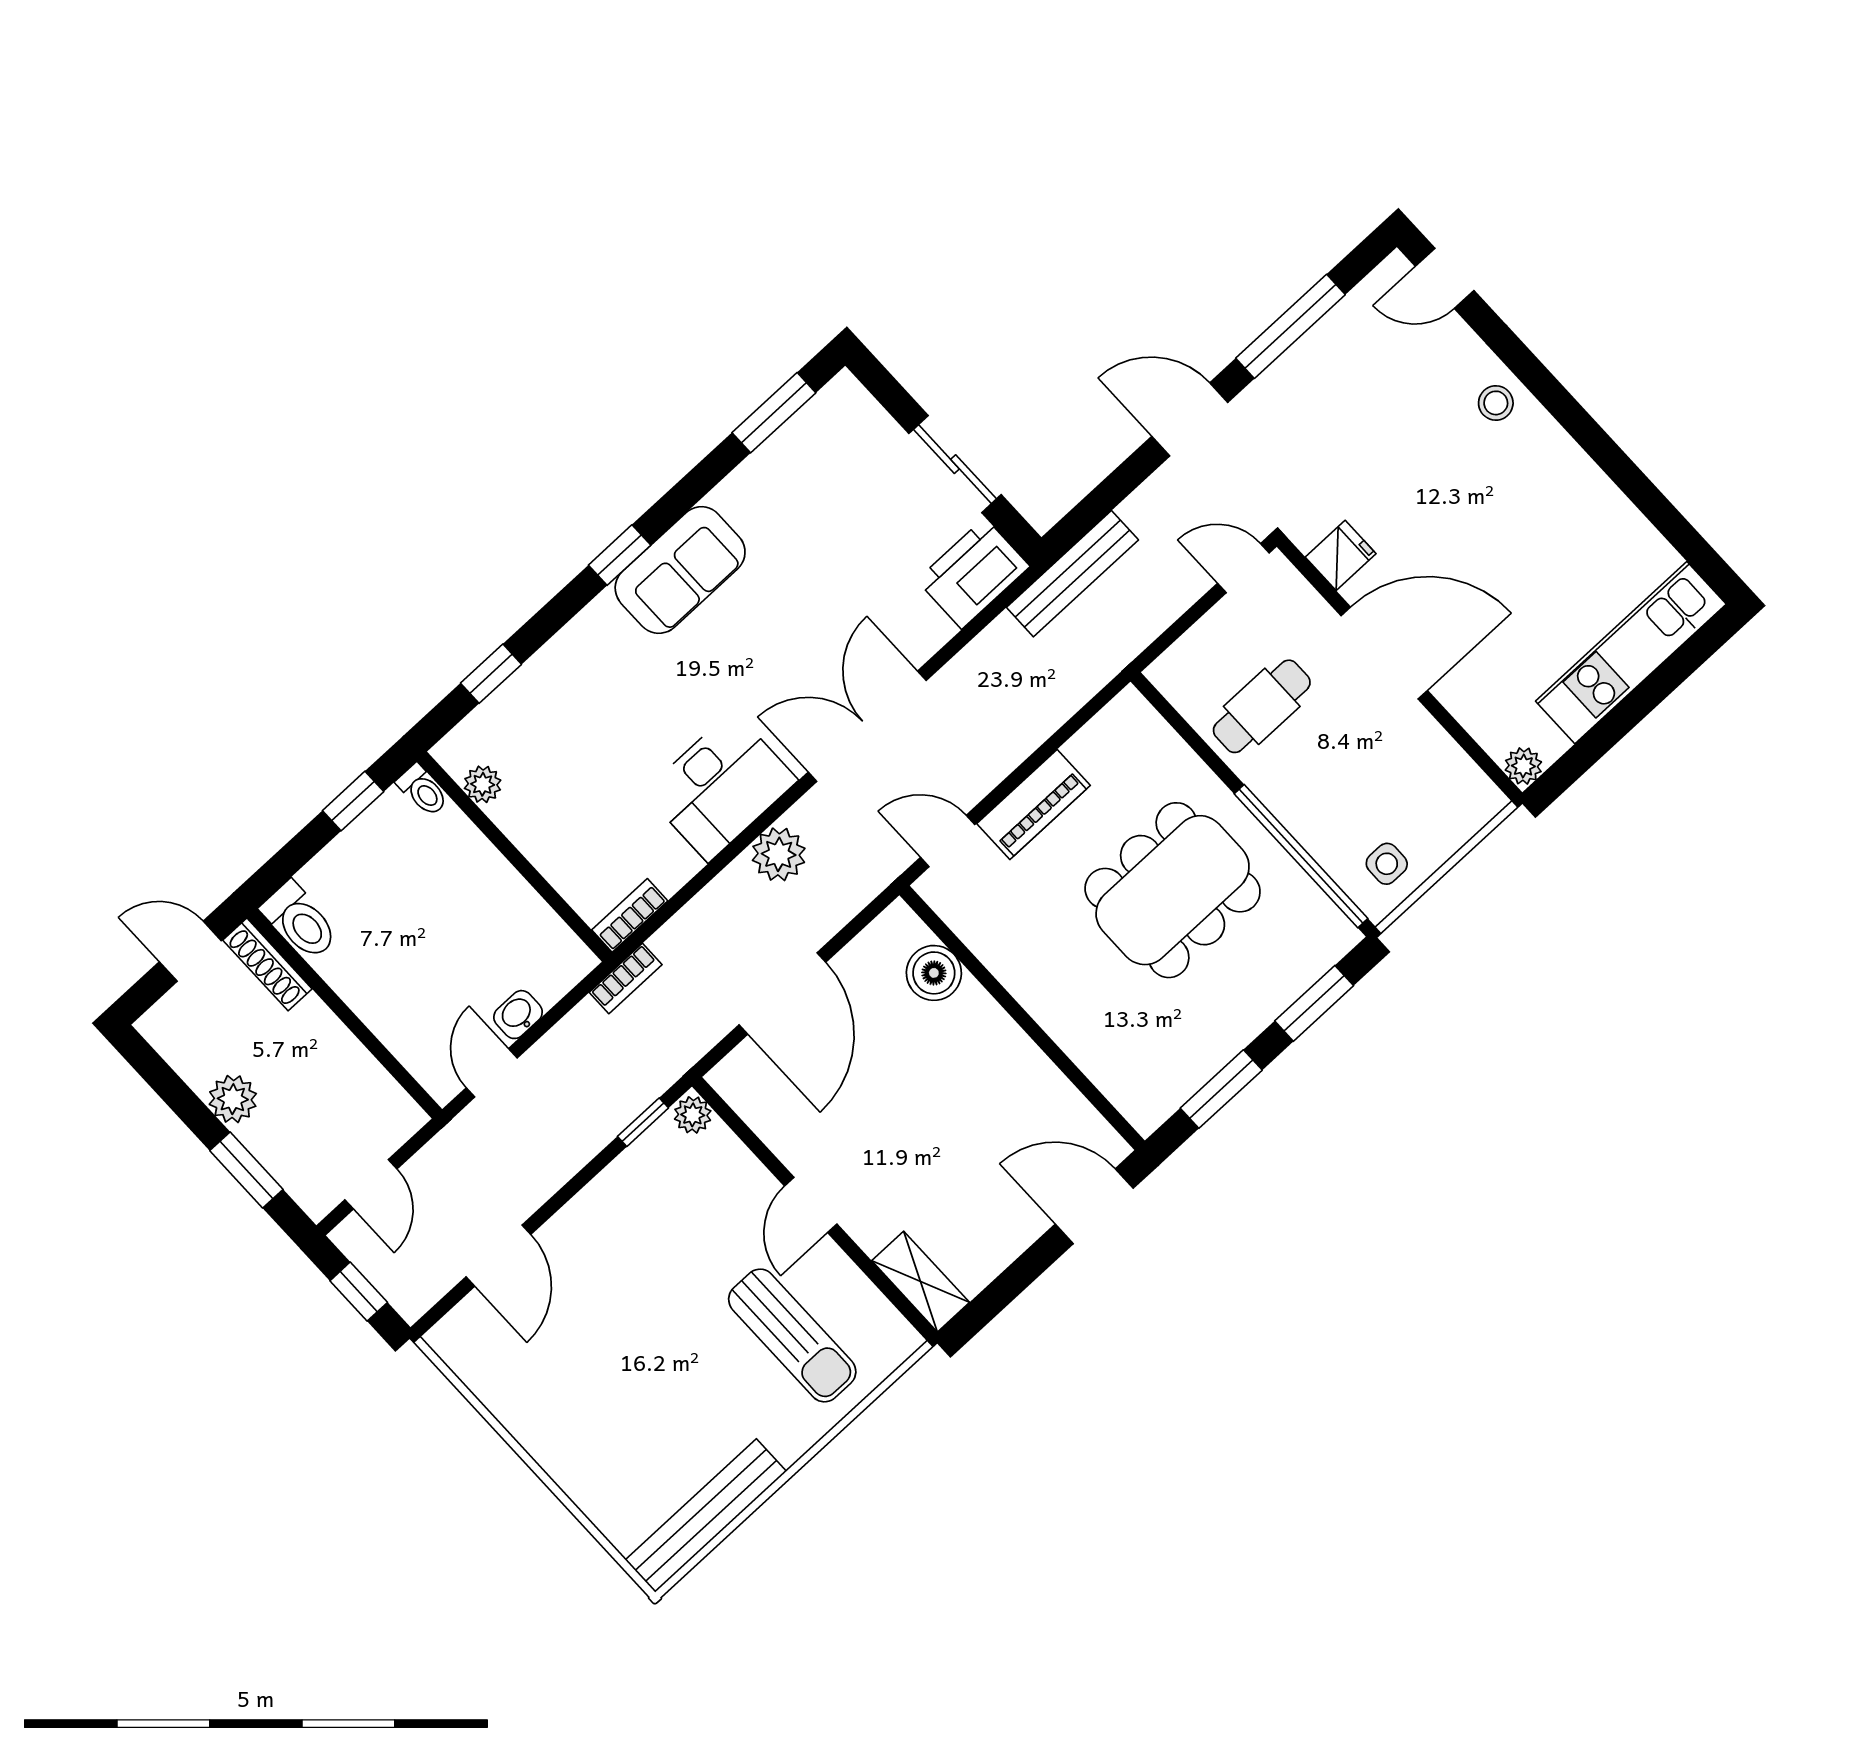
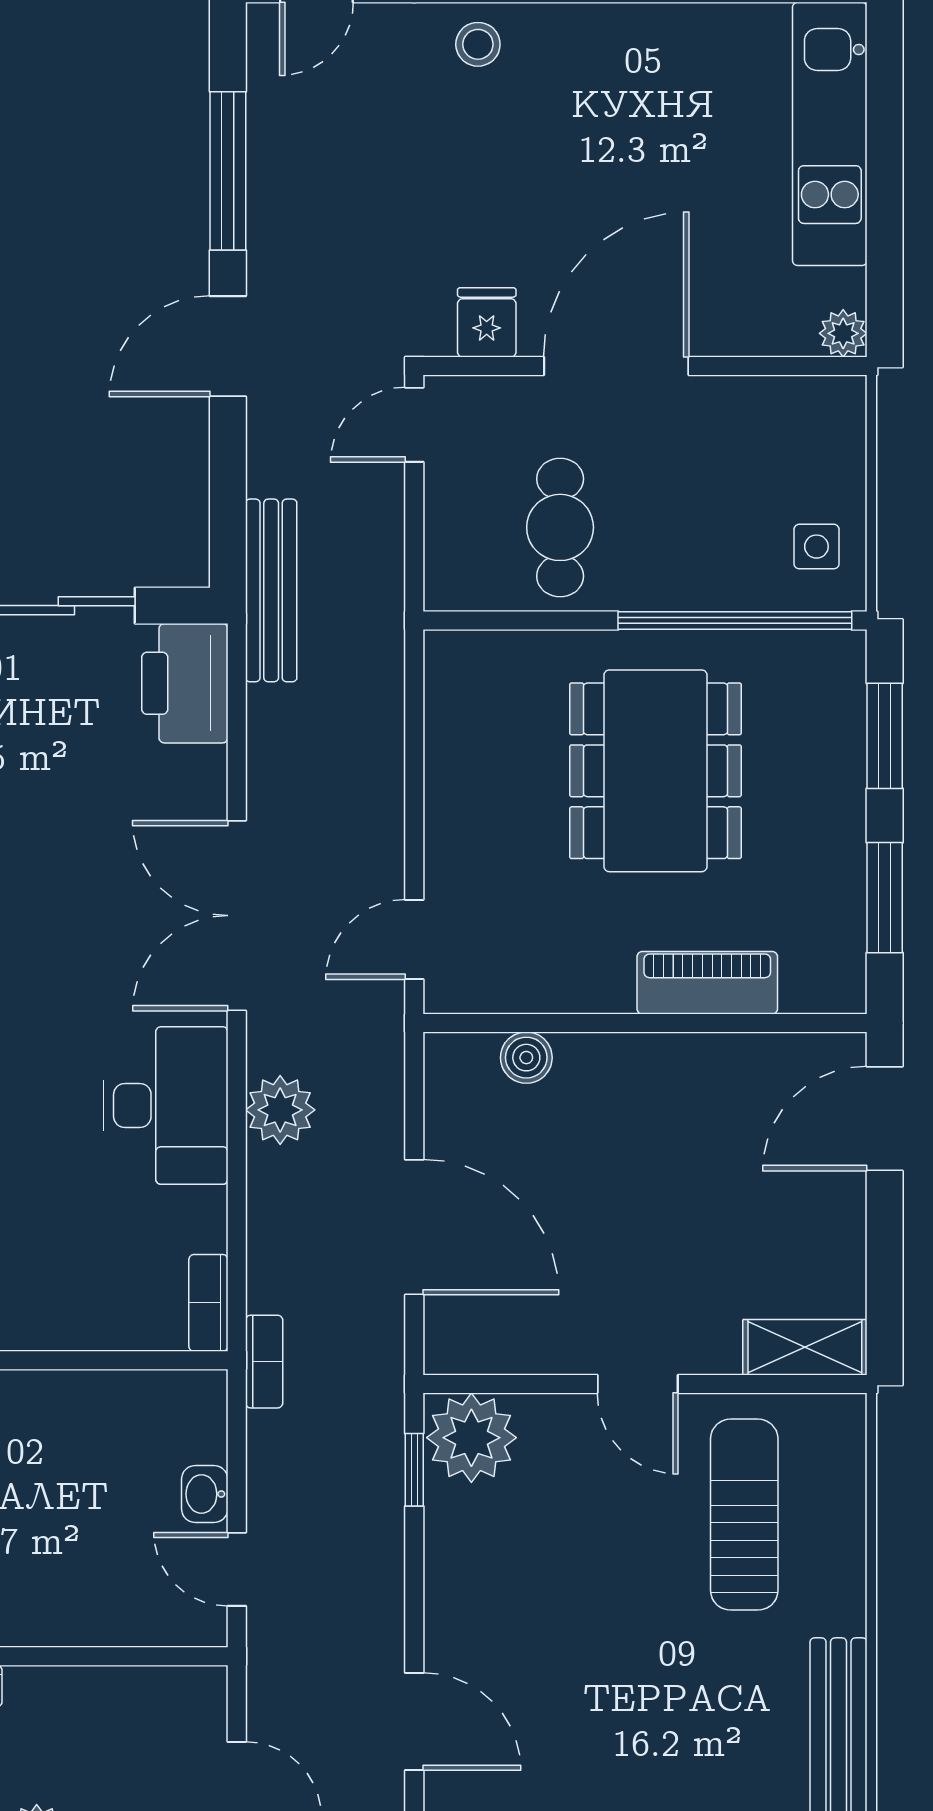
piano: (1034, 804) -> (707, 983), moved, turned -90
boiler: (934, 973) -> (526, 1058), width x0.73, depth x0.73
plant: (693, 1115) -> (471, 1438), width x1.88, depth x1.88
sun lounger: (792, 1335) -> (744, 1515), turned -90

